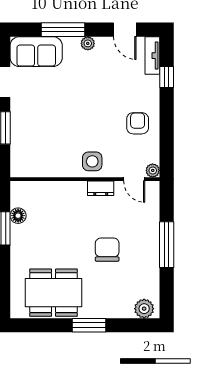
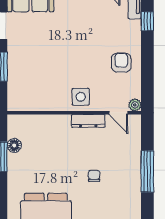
dresser: (101, 188) -> (88, 121), width x1.44
chair: (107, 250) -> (94, 176), width x0.54, depth x0.54

